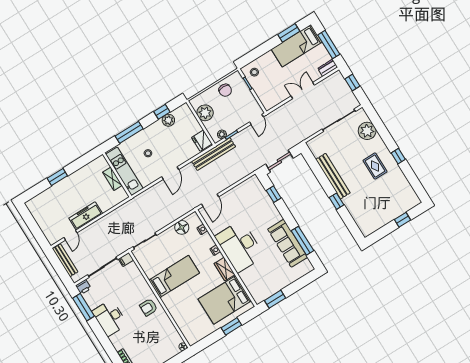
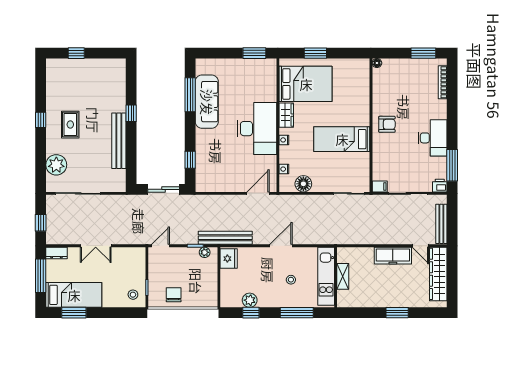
plant: (205, 113) -> (208, 285), removed
wardrobe: (45, 223) -> (438, 274), added
door: (70, 235) -> (420, 246), swing flipped

